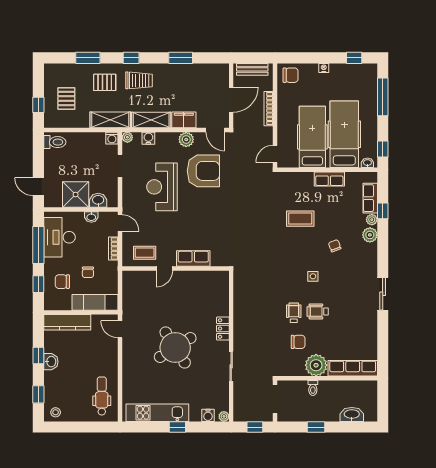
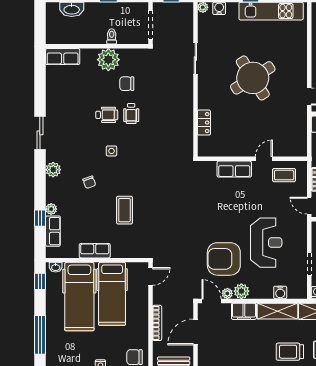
plant: (127, 137) -> (227, 293), moved
coffee table: (300, 219) -> (124, 210), turned 90
plant: (370, 235) -> (53, 170), moved
locker: (223, 329) -> (204, 123), moved
row of seats: (353, 368) -> (63, 57), width x0.68

